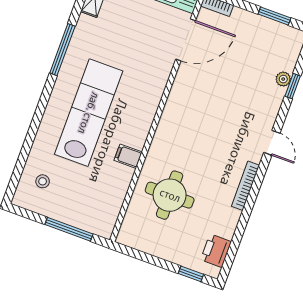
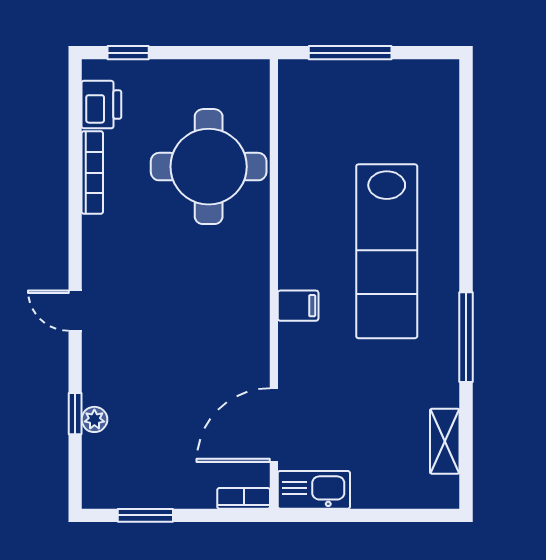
filing cabinet: (128, 156) -> (298, 306), moved
stool: (43, 181) -> (420, 114), removed
bookcase: (245, 186) -> (92, 173), moved
round table: (170, 195) -> (209, 167), width x1.36, depth x1.36

